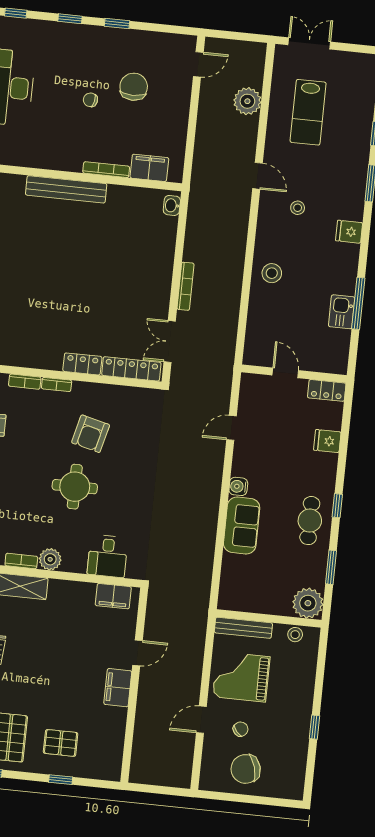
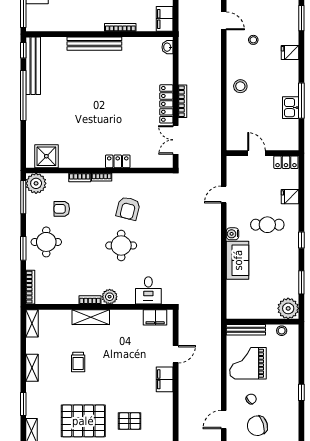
filing cabinet: (149, 168) -> (165, 19), moved, turned -90
locker: (131, 369) -> (166, 104), moved, turned -90
cafe table: (310, 521) -> (267, 225), moved, turned 90
door: (201, 720) -> (224, 420), moved

